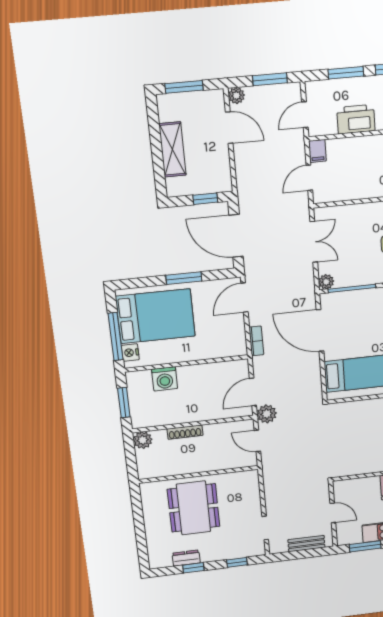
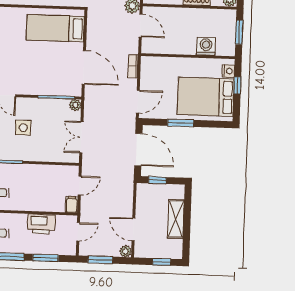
window: (184, 87) -> (162, 262), width x0.67
window: (116, 336) -> (237, 85), width x0.46
door: (253, 392) -> (141, 26), hinge flipped

